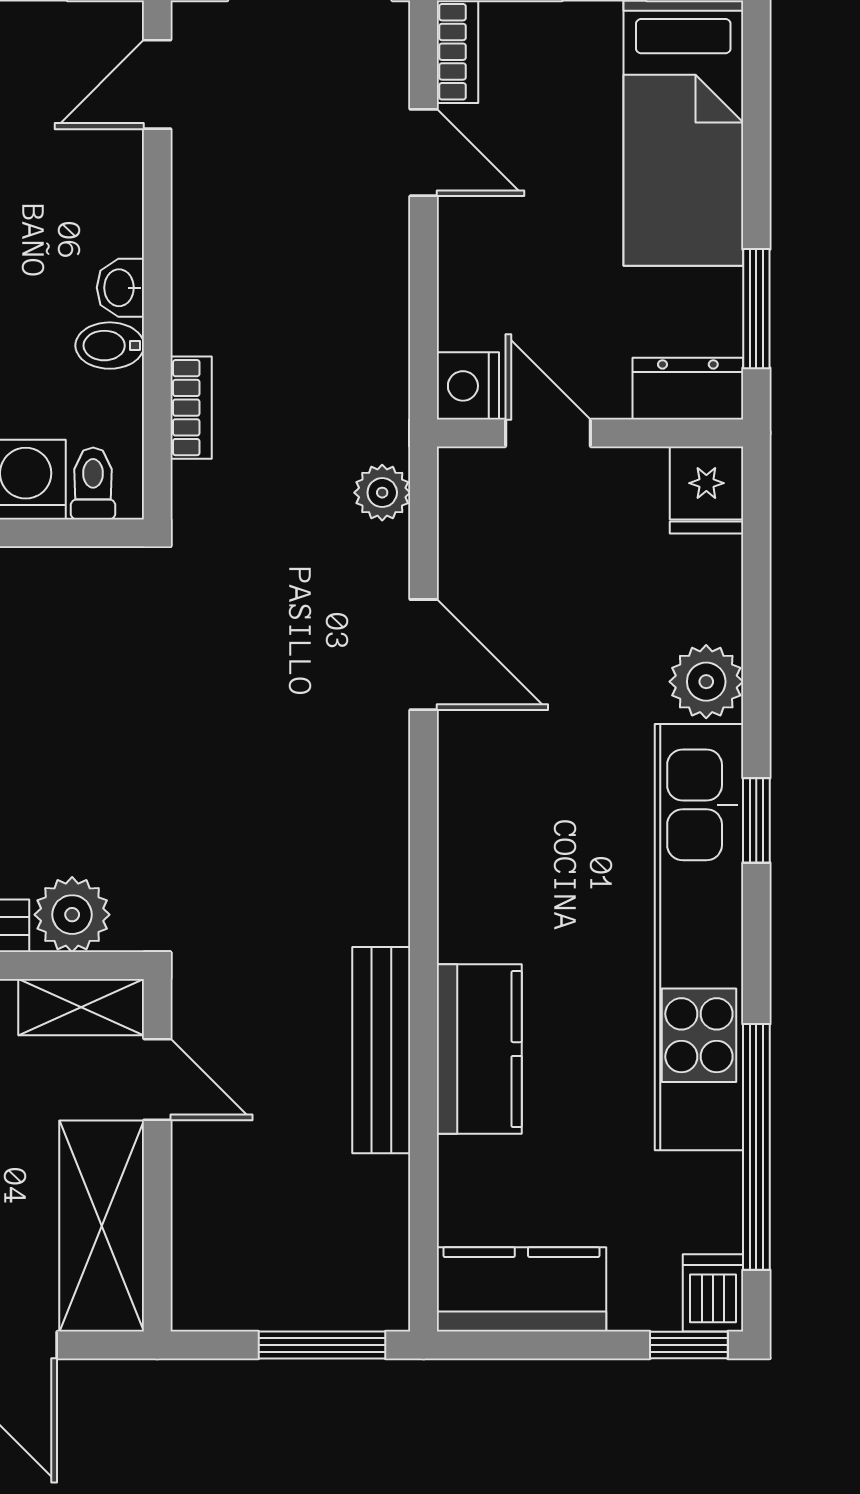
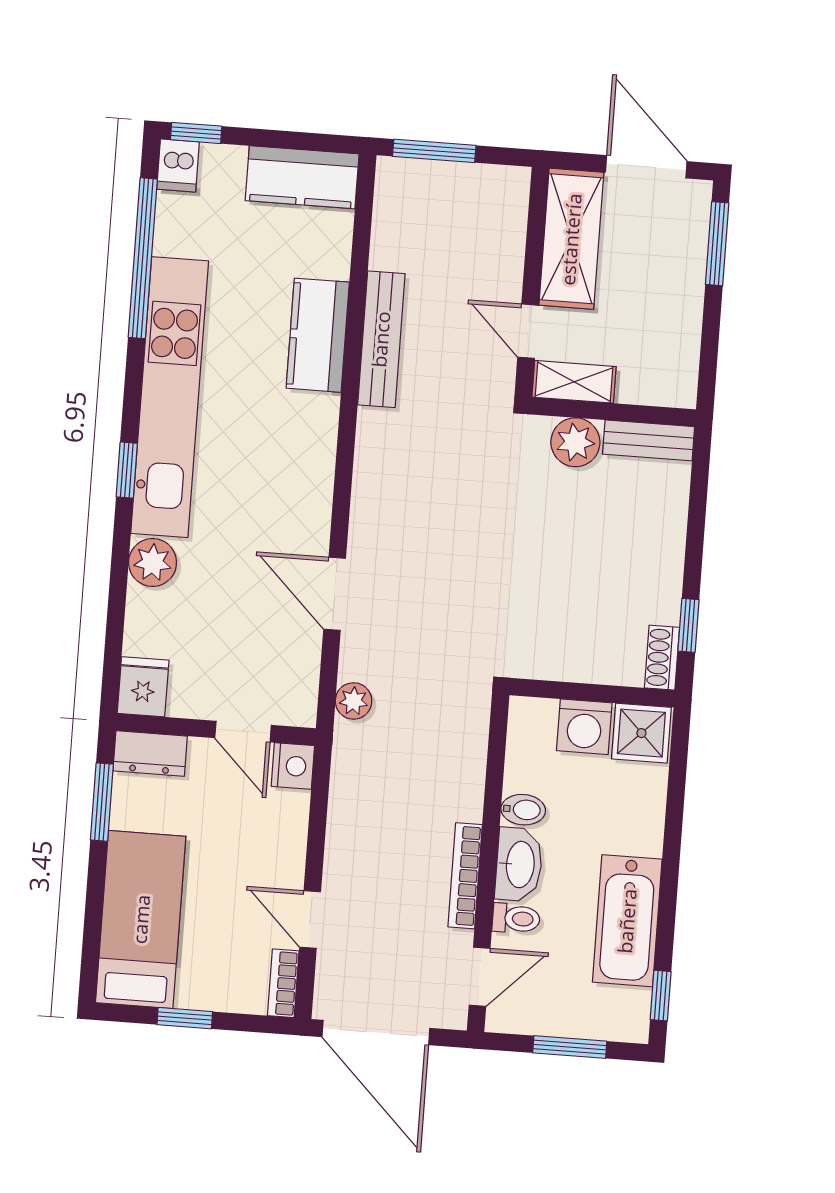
washbasin: (120, 288) -> (519, 864), width x1.91, depth x1.45
bookcase: (191, 408) -> (465, 876), moved, width x1.56
toilet: (93, 483) -> (516, 919), moved, turned -90

